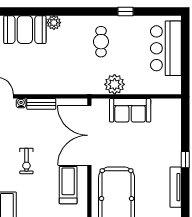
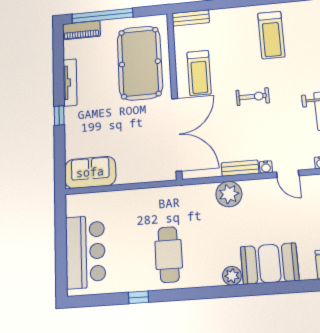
cafe table: (101, 42) -> (169, 254), width x1.37, depth x1.35
plant: (115, 84) -> (229, 194), moved
sofa: (130, 110) -> (90, 172), moved
exercise bike: (26, 161) -> (253, 97), turned 90

